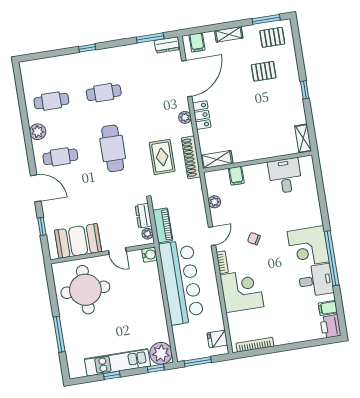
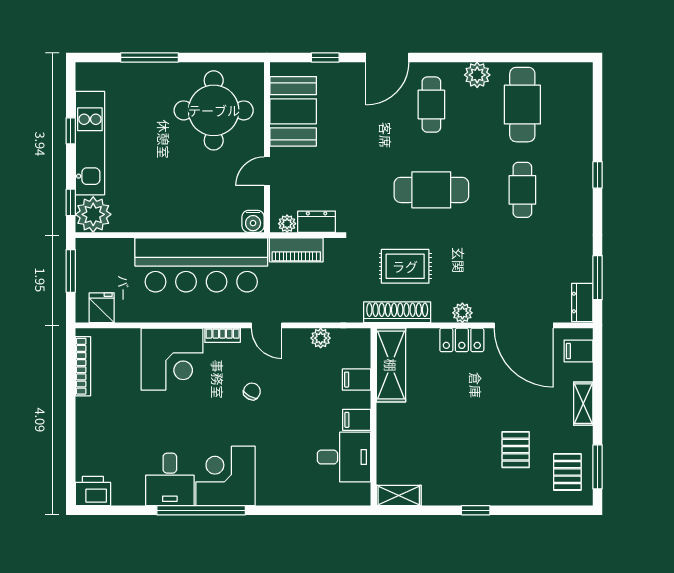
cafe table: (51, 101) -> (522, 105), width x1.37, depth x1.35
shelving: (217, 159) -> (391, 365), width x1.50, depth x1.33
filing cabinet: (328, 308) -> (357, 420), moved, turned -90

